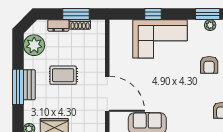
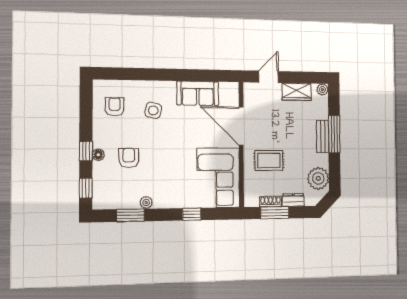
plant: (210, 25) -> (146, 202), moved
corner sofa: (160, 39) -> (218, 178), moved, turned -90
rug: (63, 75) -> (269, 160), moved
side table: (187, 107) -> (153, 110), added

